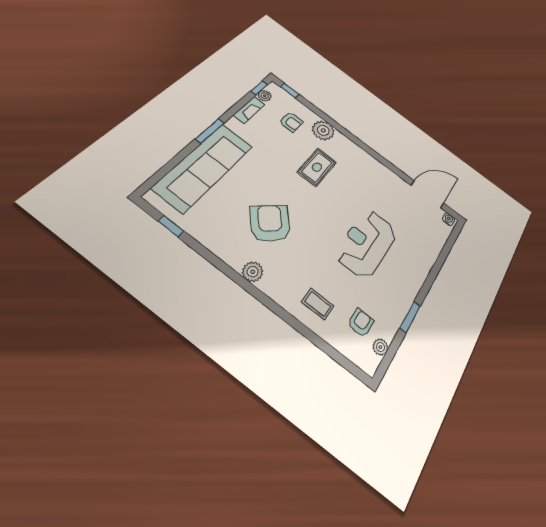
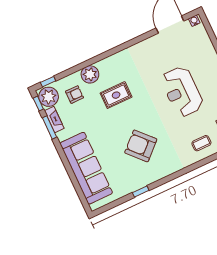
plant: (265, 96) -> (49, 97), width x1.88, depth x1.88
window: (210, 131) -> (49, 127), moved
rug: (317, 167) -> (116, 95), turned 90
window: (171, 226) -> (141, 192), moved
plant: (253, 272) -> (165, 170), removed

